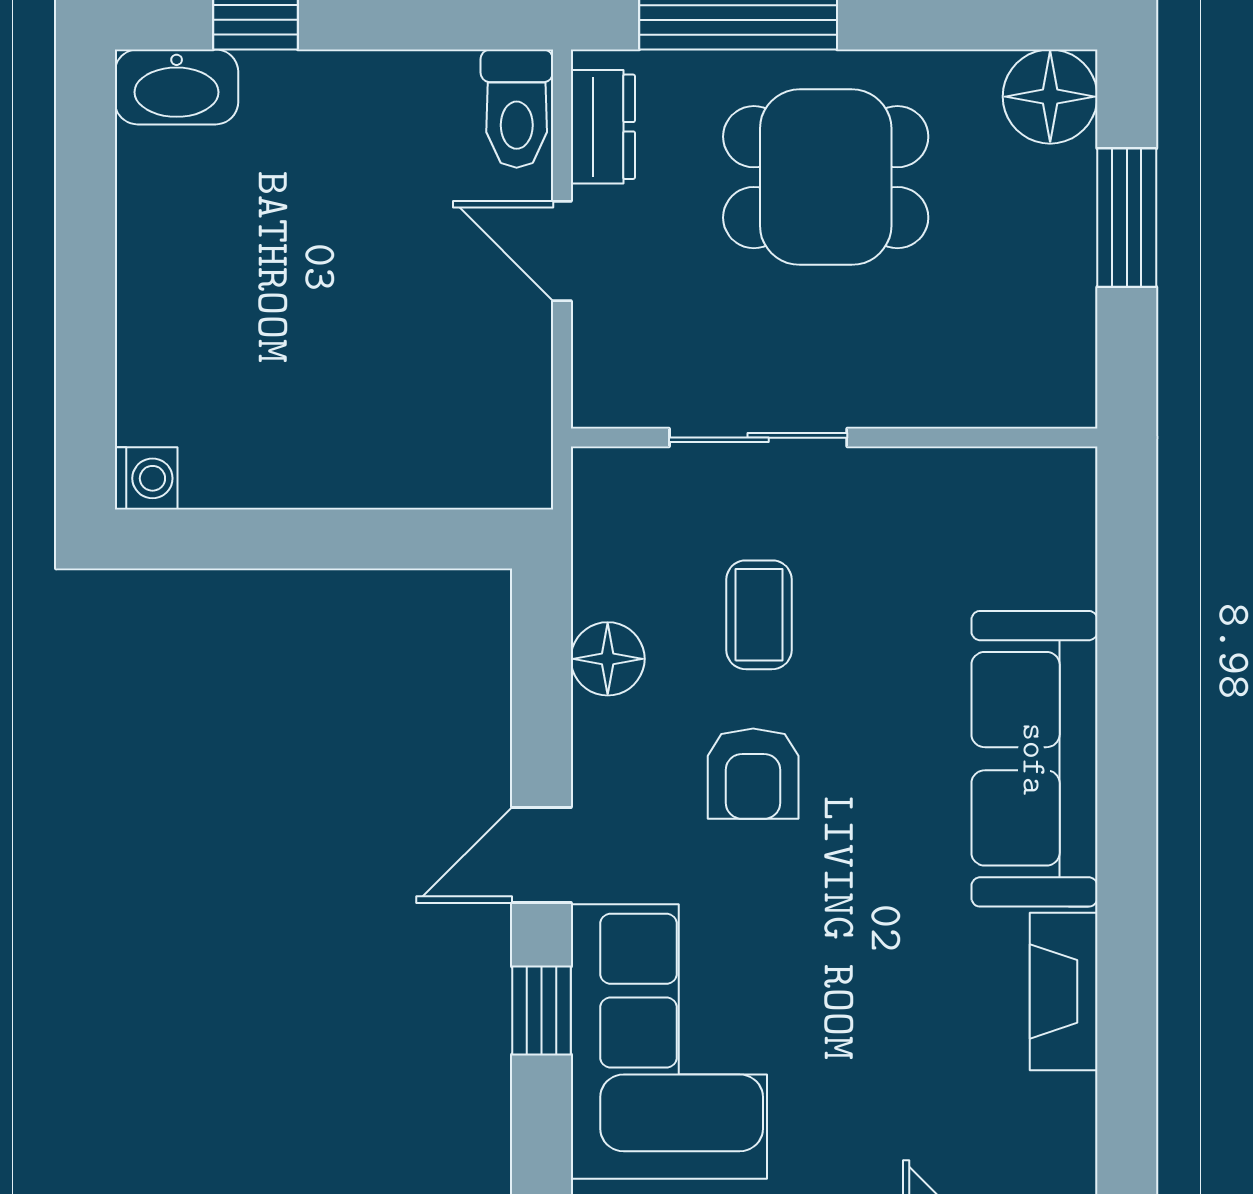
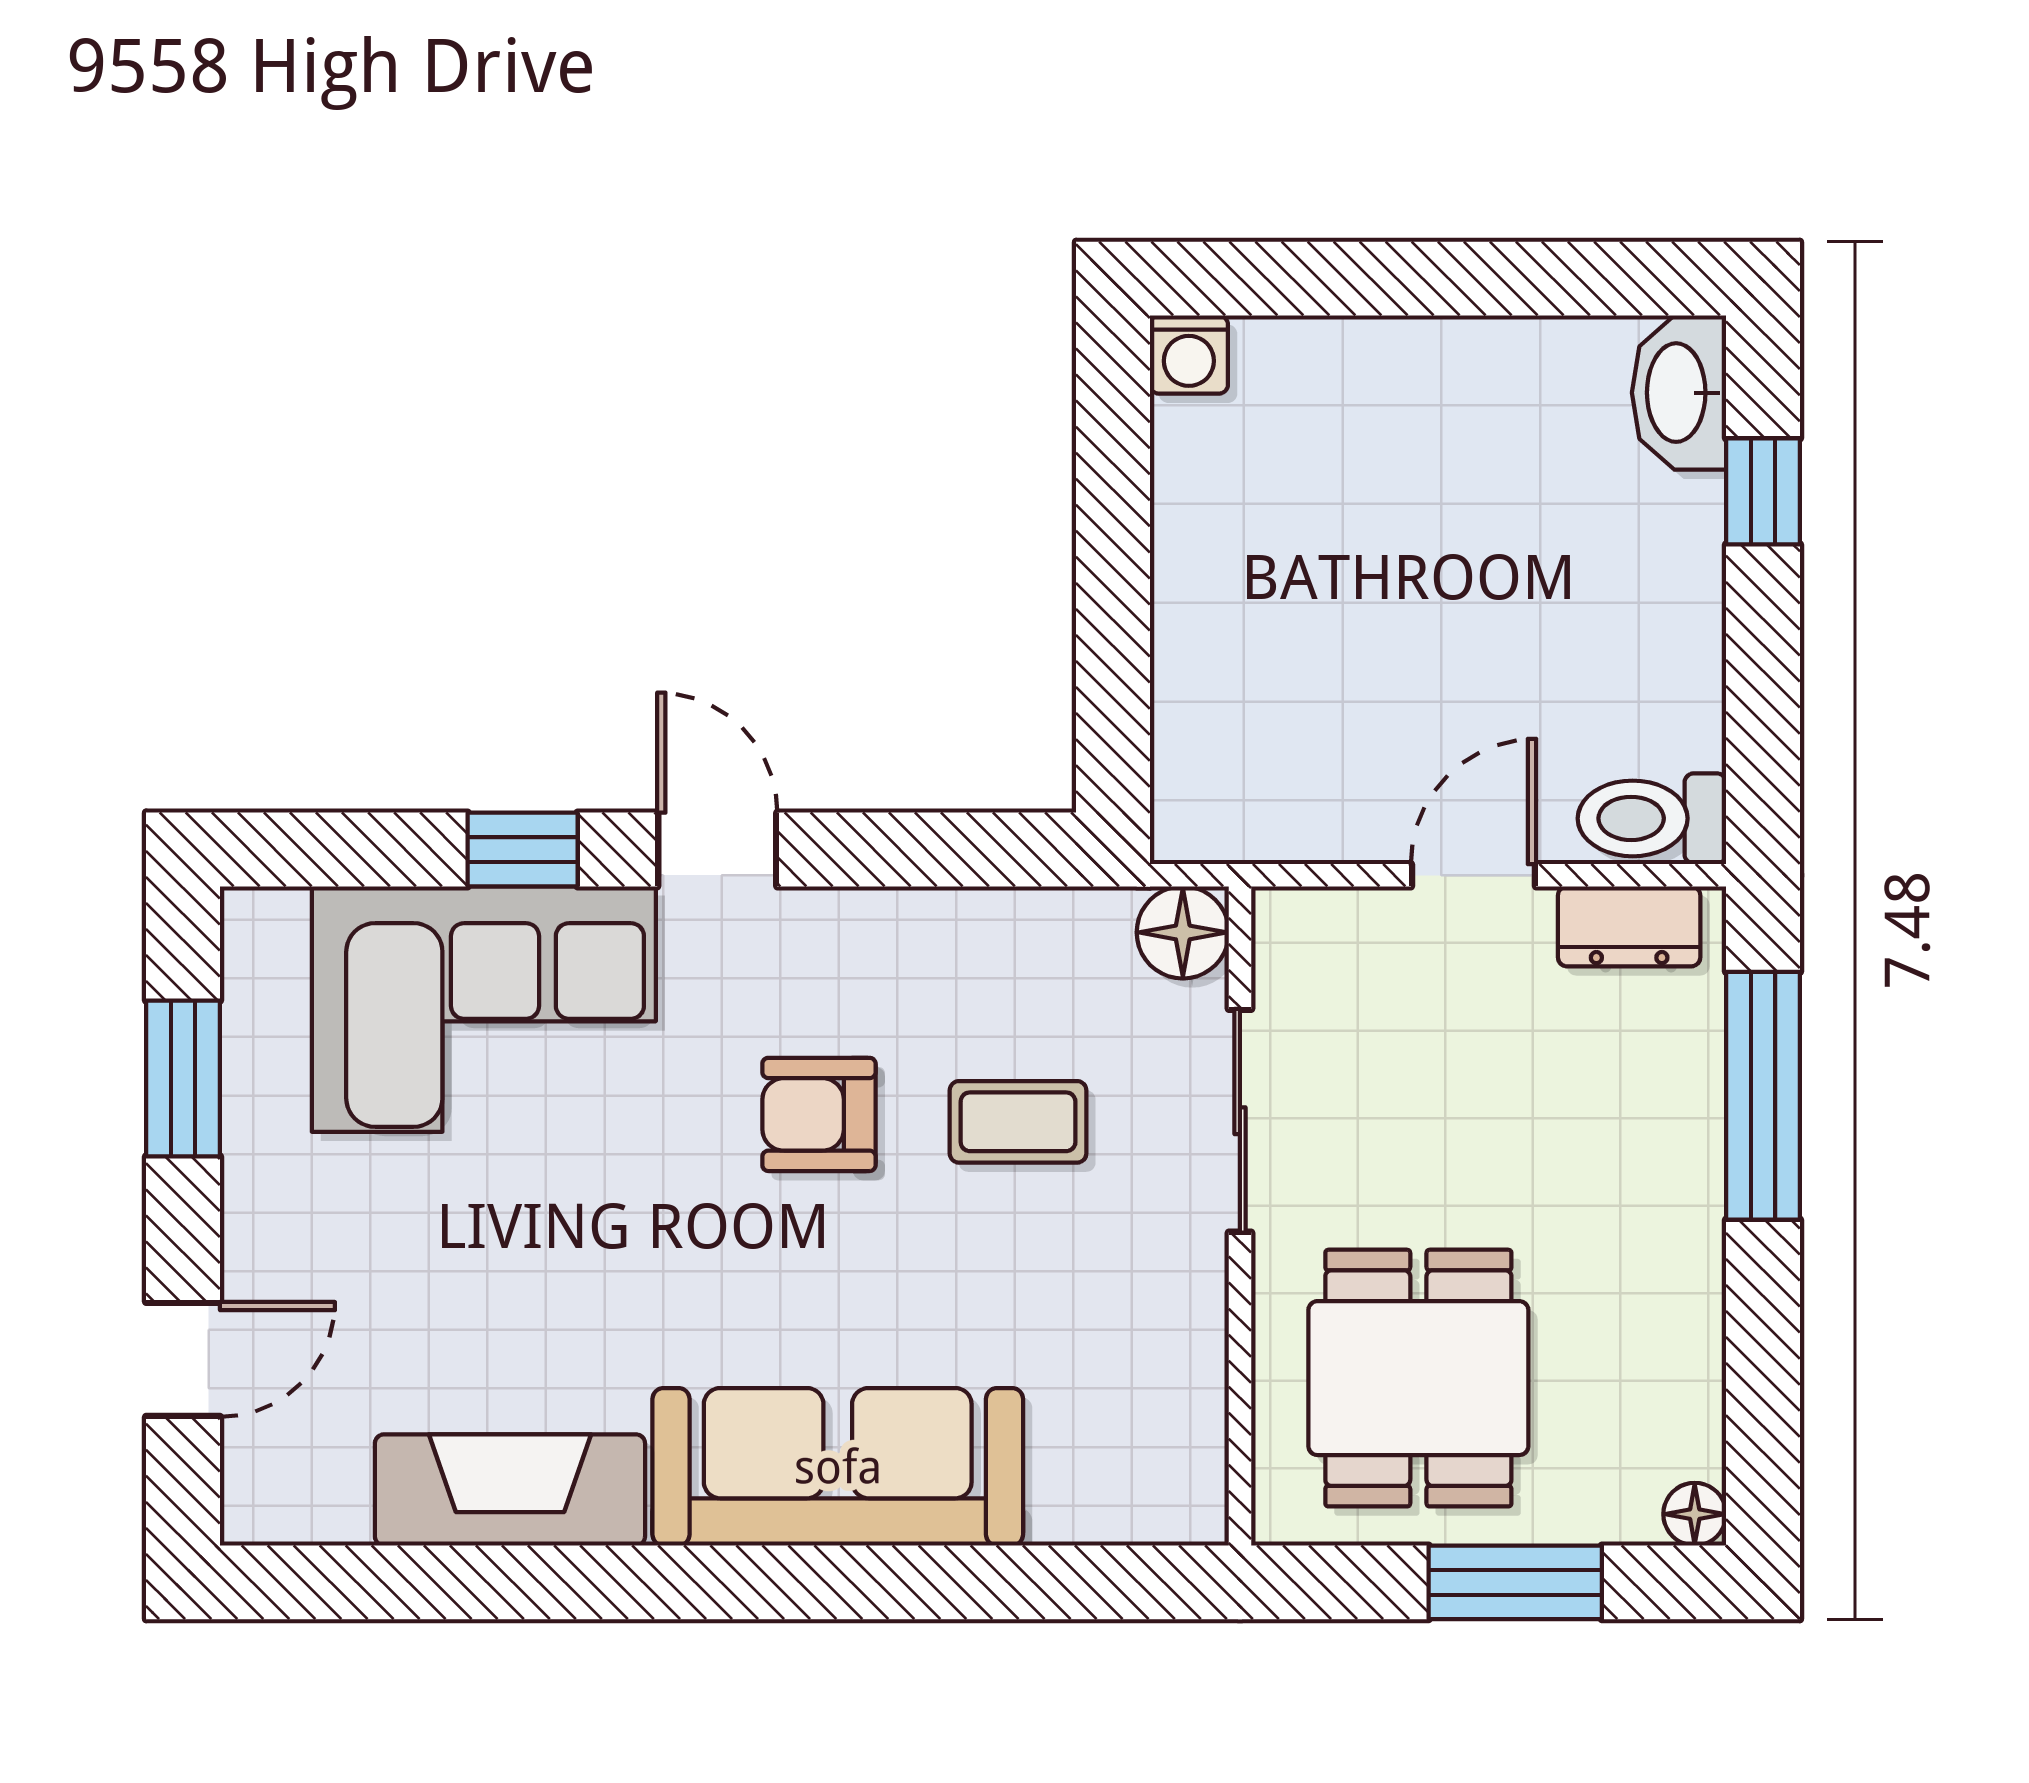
floor lamp: (1050, 97) -> (1695, 1514), width x0.53, depth x0.53
dining table: (826, 177) -> (1418, 1378), moved
floor lamp: (608, 659) -> (1183, 932), moved
fireplace: (1064, 991) -> (510, 1490), width x1.37, depth x1.32

